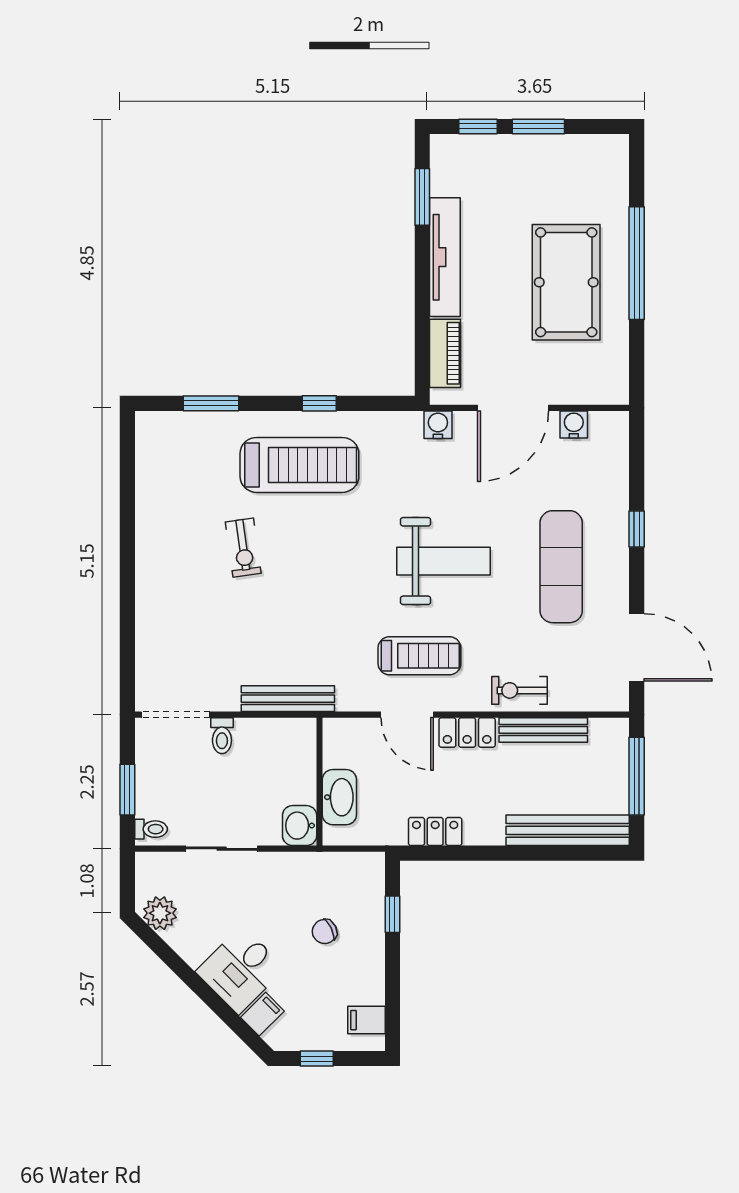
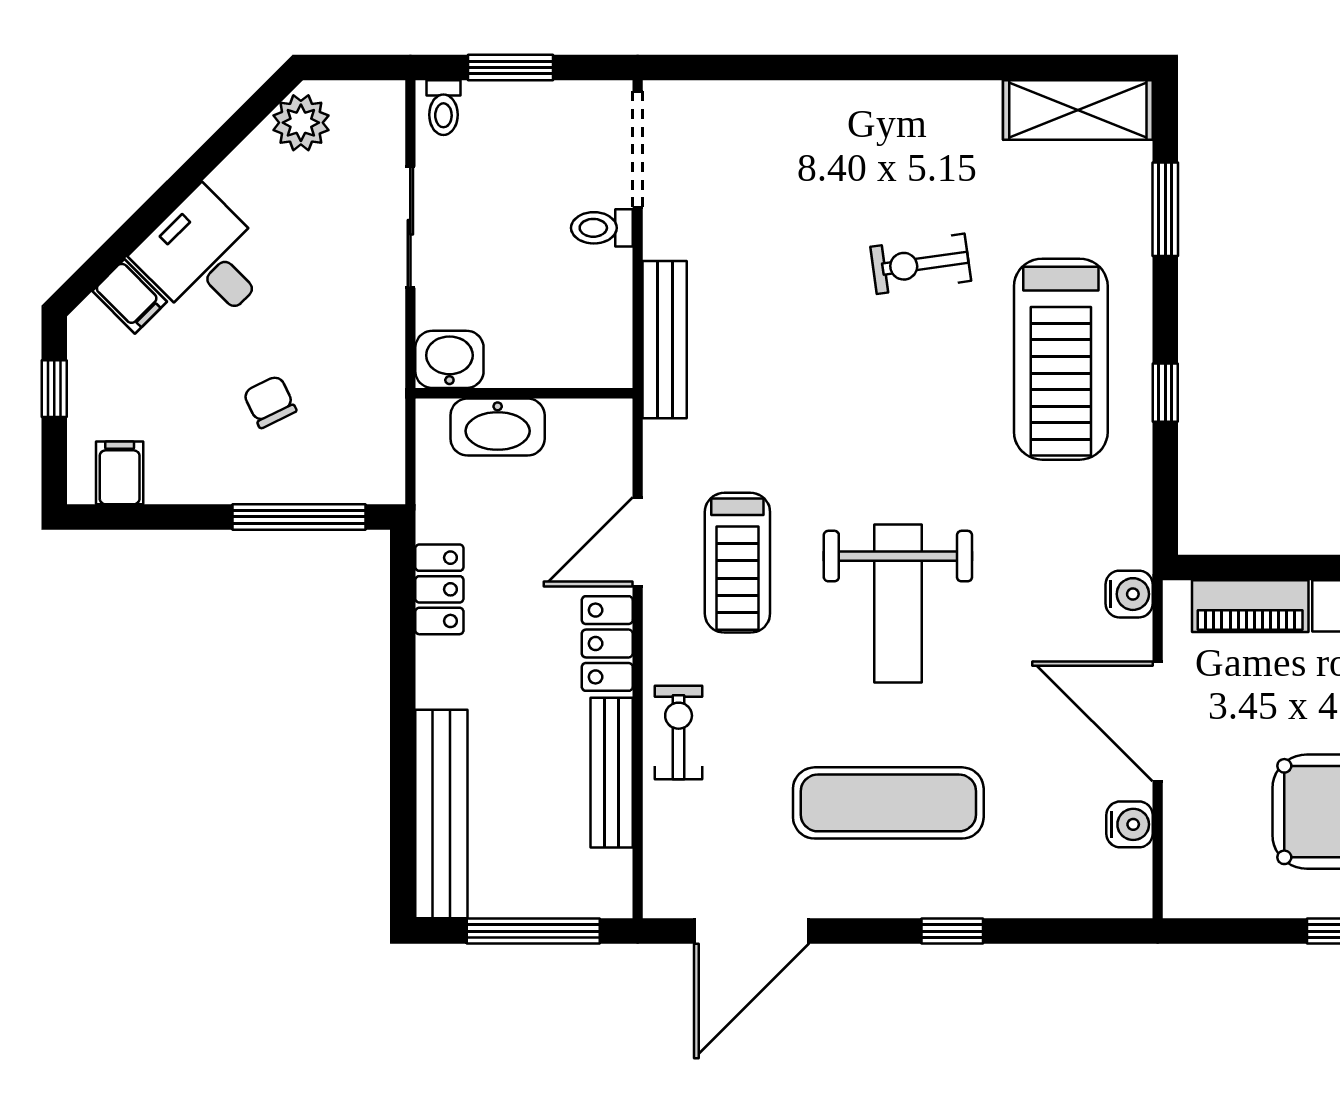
shelving: (153, 455) -> (1078, 110), added
window: (392, 914) -> (299, 517), width x2.17

